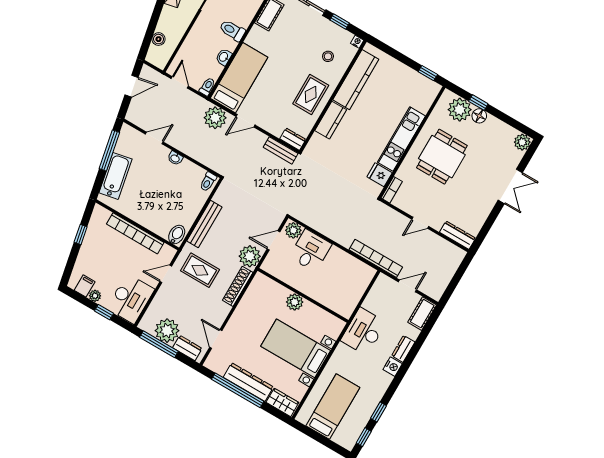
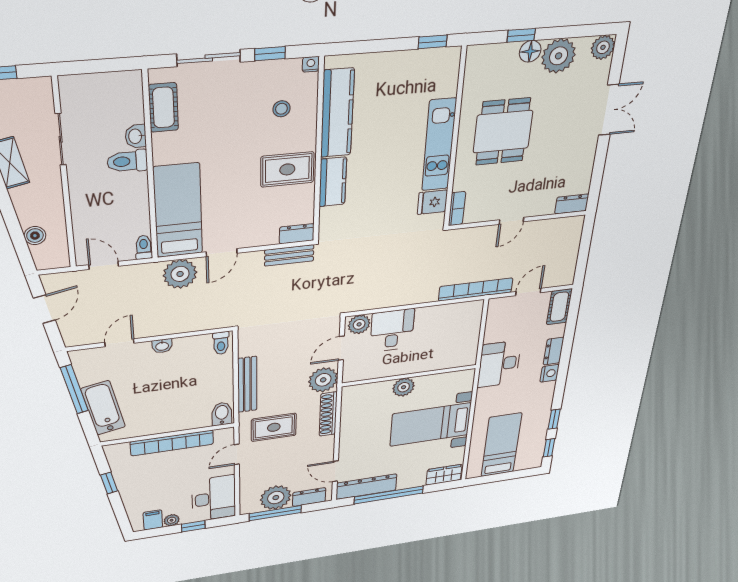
washbasin: (224, 57) -> (136, 136), moved
rug: (311, 95) -> (287, 169), turned 90
plant: (460, 110) -> (559, 56), moved
dresser: (458, 235) -> (572, 204), width x0.70
dresser: (248, 382) -> (366, 487), moved

